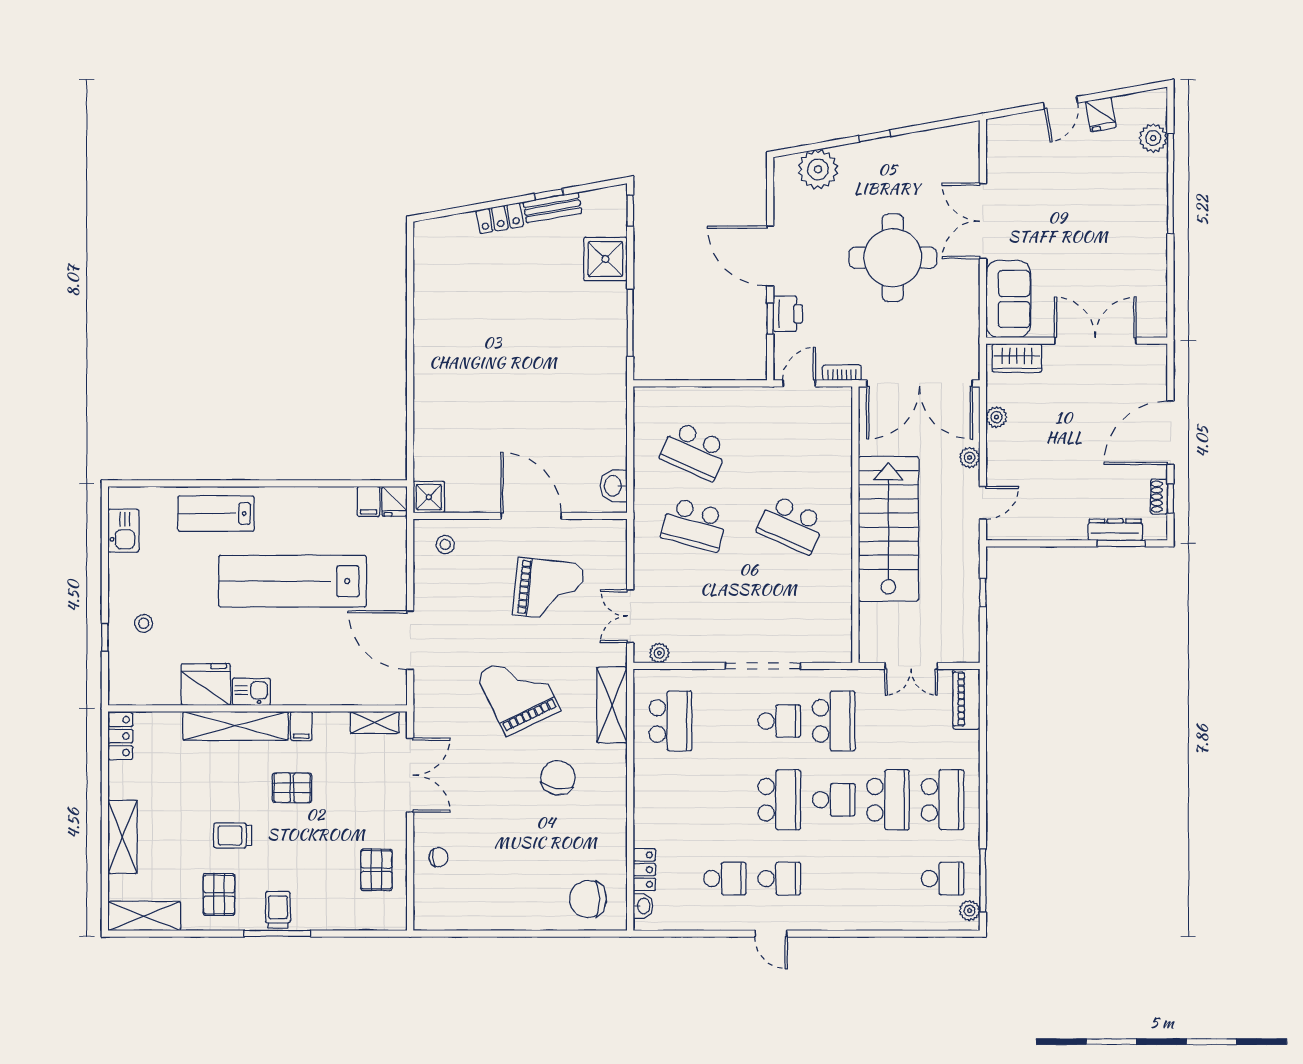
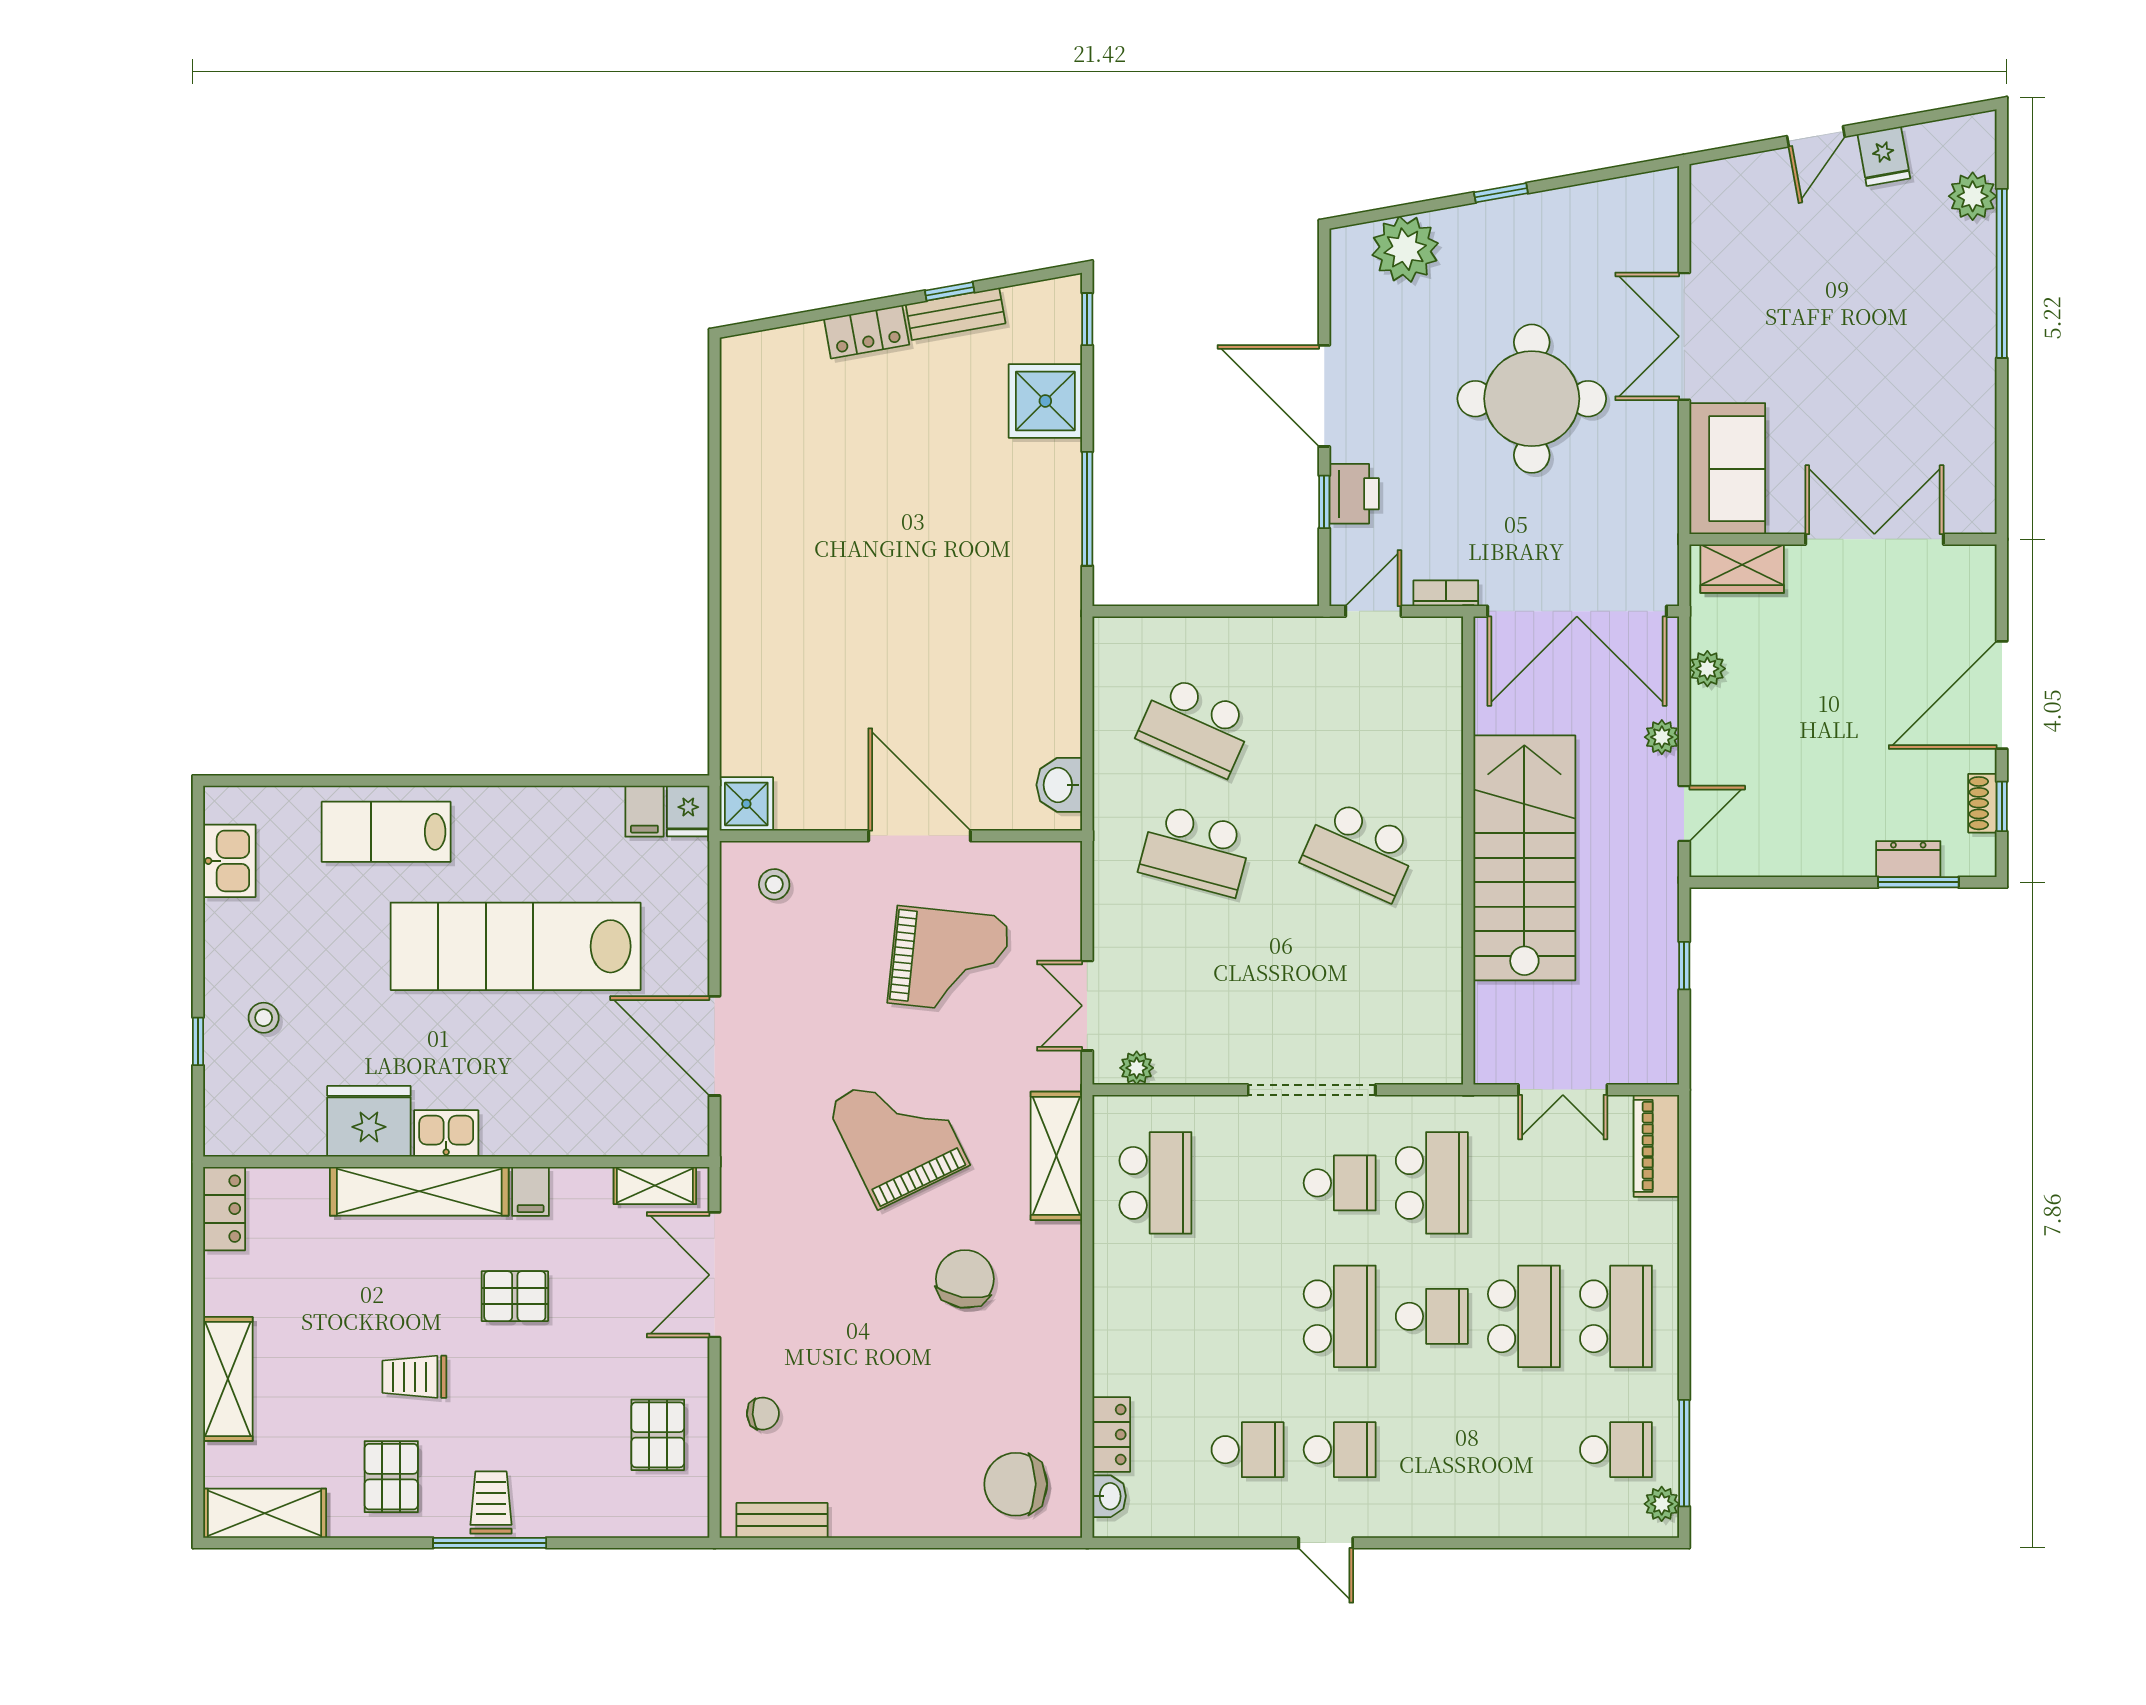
dresser: (1115, 530) -> (1908, 859), width x0.70
double door: (410, 775) -> (715, 1275), swing flipped
bench: (450, 920) -> (782, 1520), added

